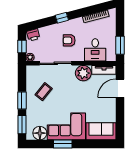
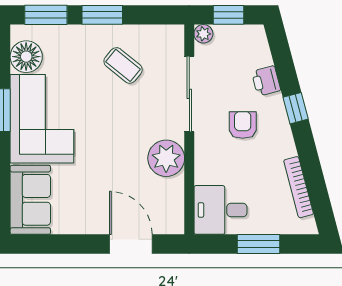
printer: (33, 35) -> (266, 81), moved
window: (120, 45) -> (258, 244), moved
desk: (95, 50) -> (220, 210), moved
tv unit: (104, 70) -> (174, 206), removed

